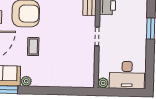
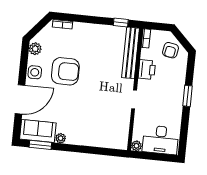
coffee table: (33, 47) -> (70, 104), removed

